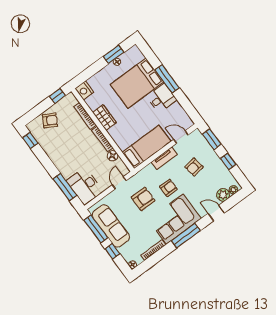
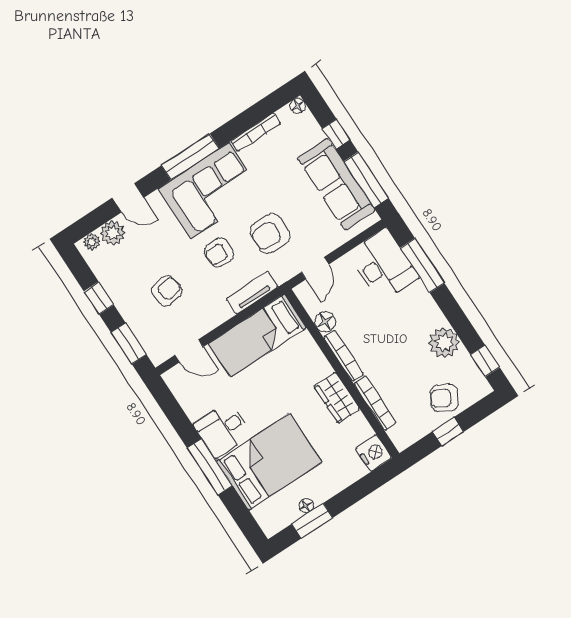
window: (57, 96) -> (448, 432), moved
plant: (52, 148) -> (444, 343), added
tv unit: (164, 158) -> (252, 293), moved

